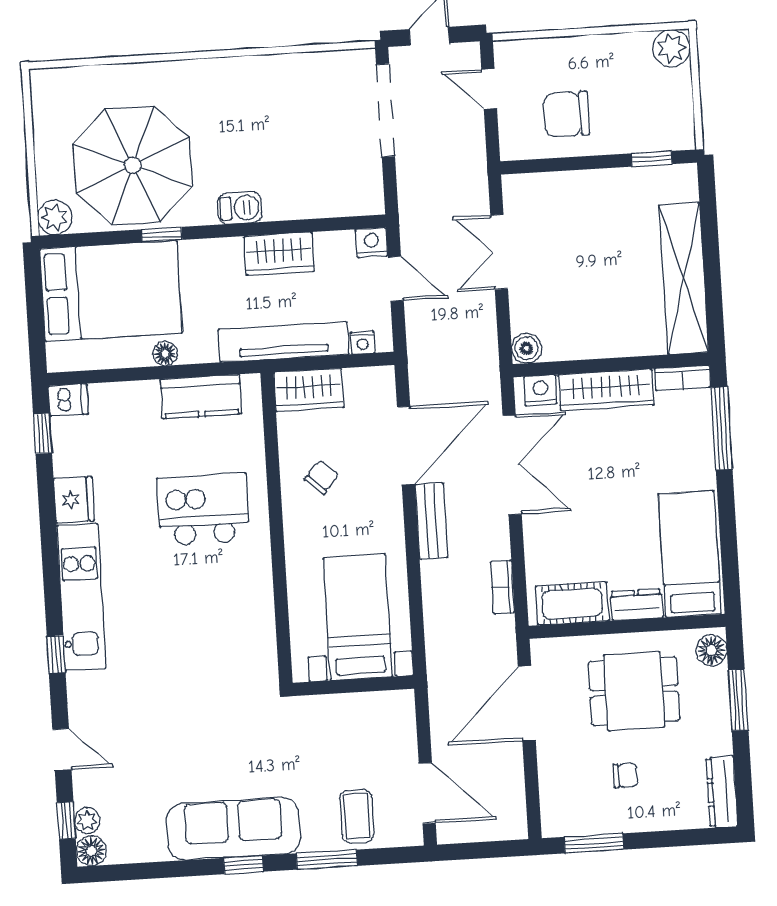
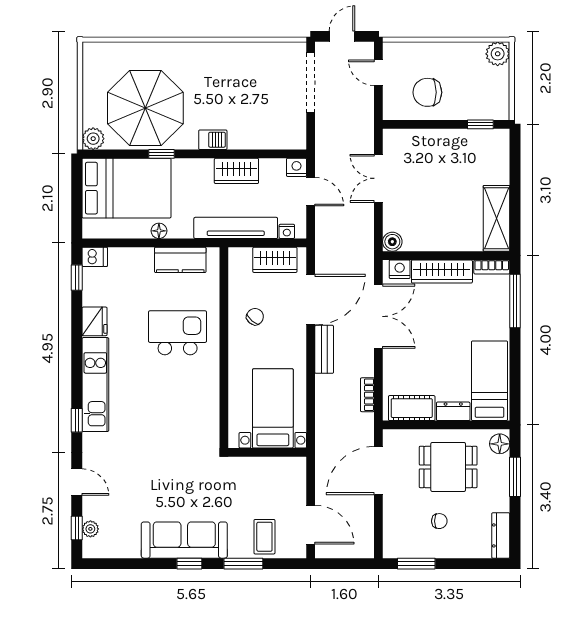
shelving: (684, 279) -> (496, 218), width x0.68
wardrobe: (309, 390) -> (275, 260), moved
floor lamp: (91, 851) -> (92, 549), removed

